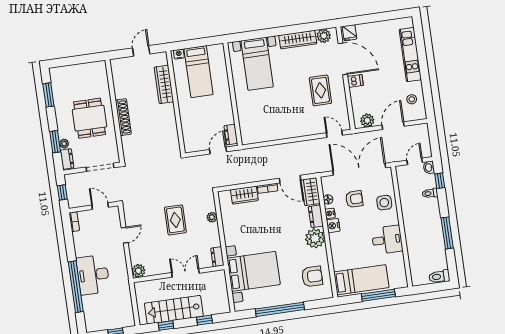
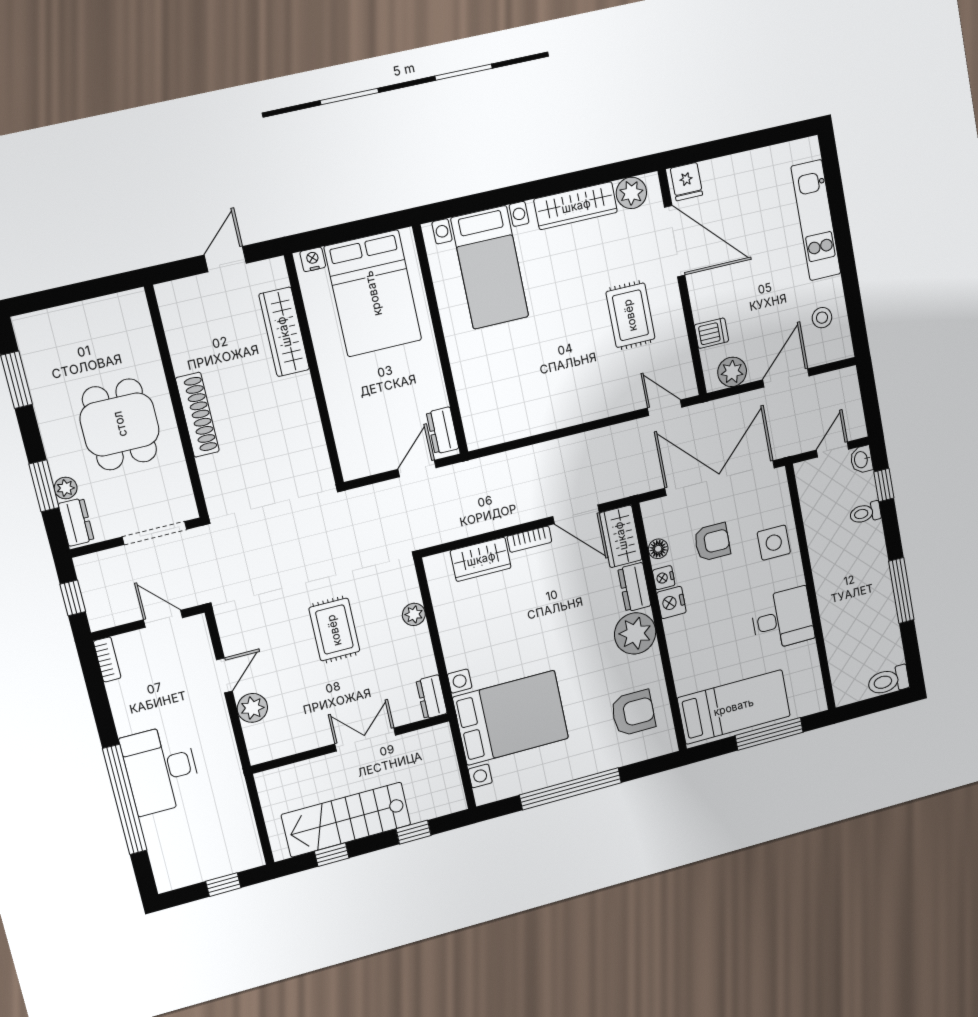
bed: (199, 72) -> (373, 293), width x1.50
dishwasher: (355, 81) -> (711, 333), moved
plant: (138, 271) -> (252, 708), moved

